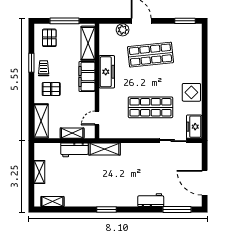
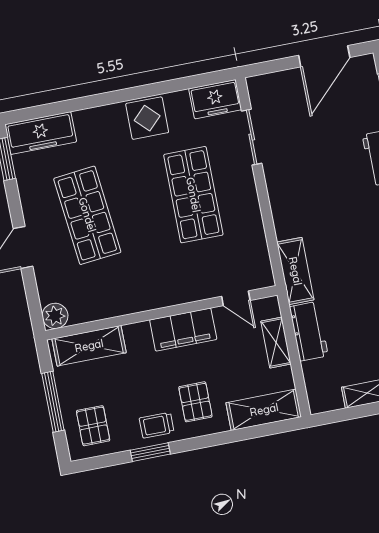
plant: (123, 30) -> (55, 316), moved
pallet: (49, 38) -> (93, 426), turned 90
freezer: (107, 72) -> (41, 133), moved, turned 180
filing cabinet: (87, 77) -> (183, 330), moved

